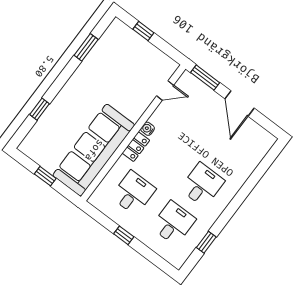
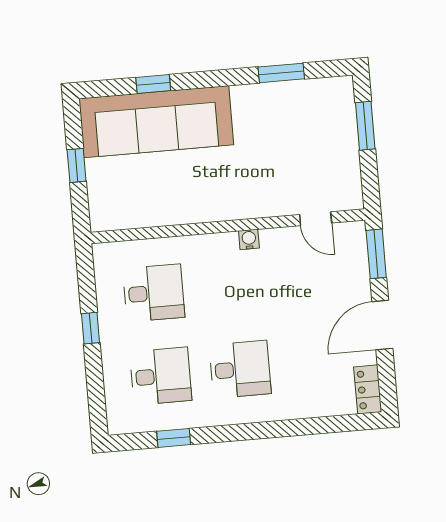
window: (143, 31) -> (365, 126), width x1.50
locker: (136, 147) -> (368, 389), moved, turned 90
sofa: (94, 150) -> (156, 122), moved, turned 180

